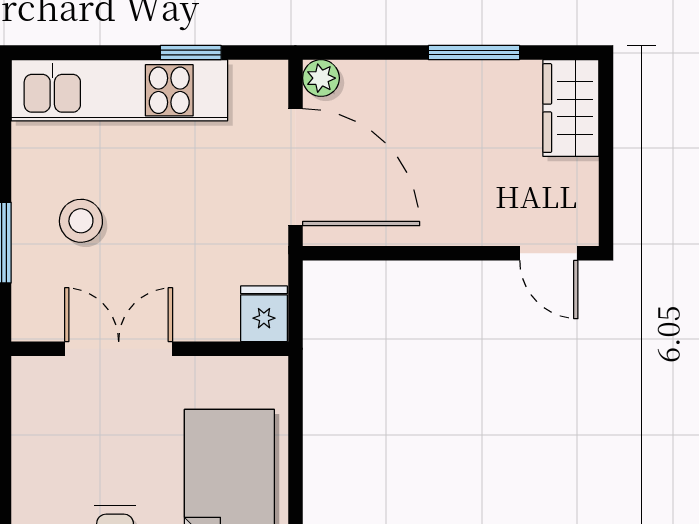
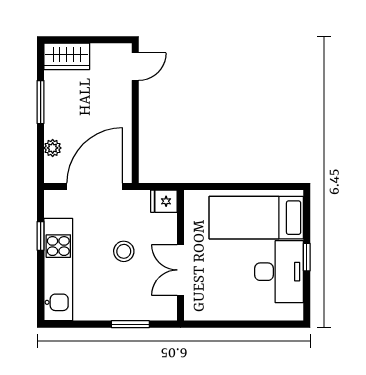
plant: (321, 78) -> (53, 148), moved
stool: (81, 221) -> (124, 251), moved

